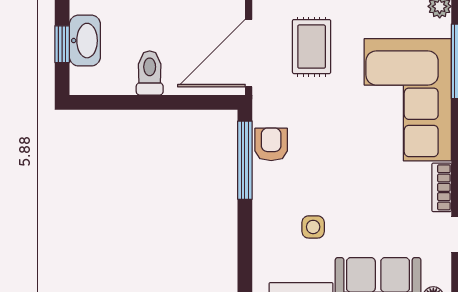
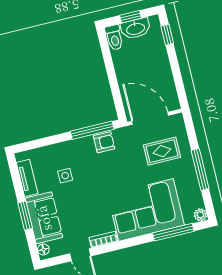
toilet: (150, 73) -> (114, 37), moved, turned 90

